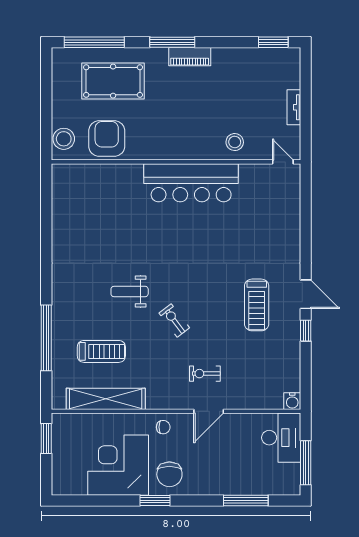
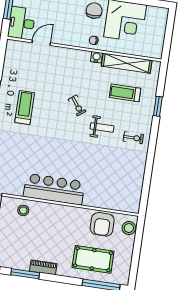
window: (172, 42) -> (25, 274), moved
window: (46, 338) -> (158, 106), width x0.47
exercise bike: (205, 374) -> (133, 138), moved
water cooler: (292, 401) -> (96, 57), moved
door: (209, 411) -> (41, 43), moved
window: (46, 438) -> (167, 44), removed

